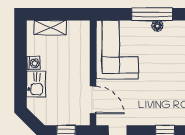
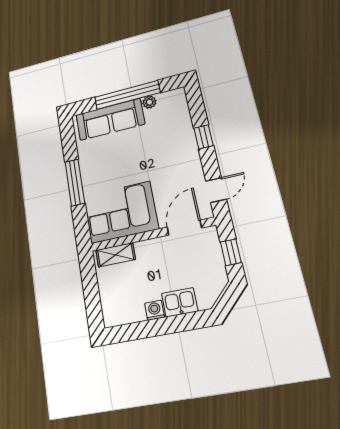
floor lamp: (157, 26) -> (87, 174), removed
shelving: (50, 28) -> (116, 255), moved, turned 90

